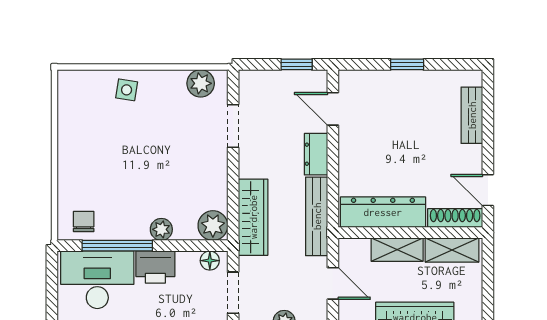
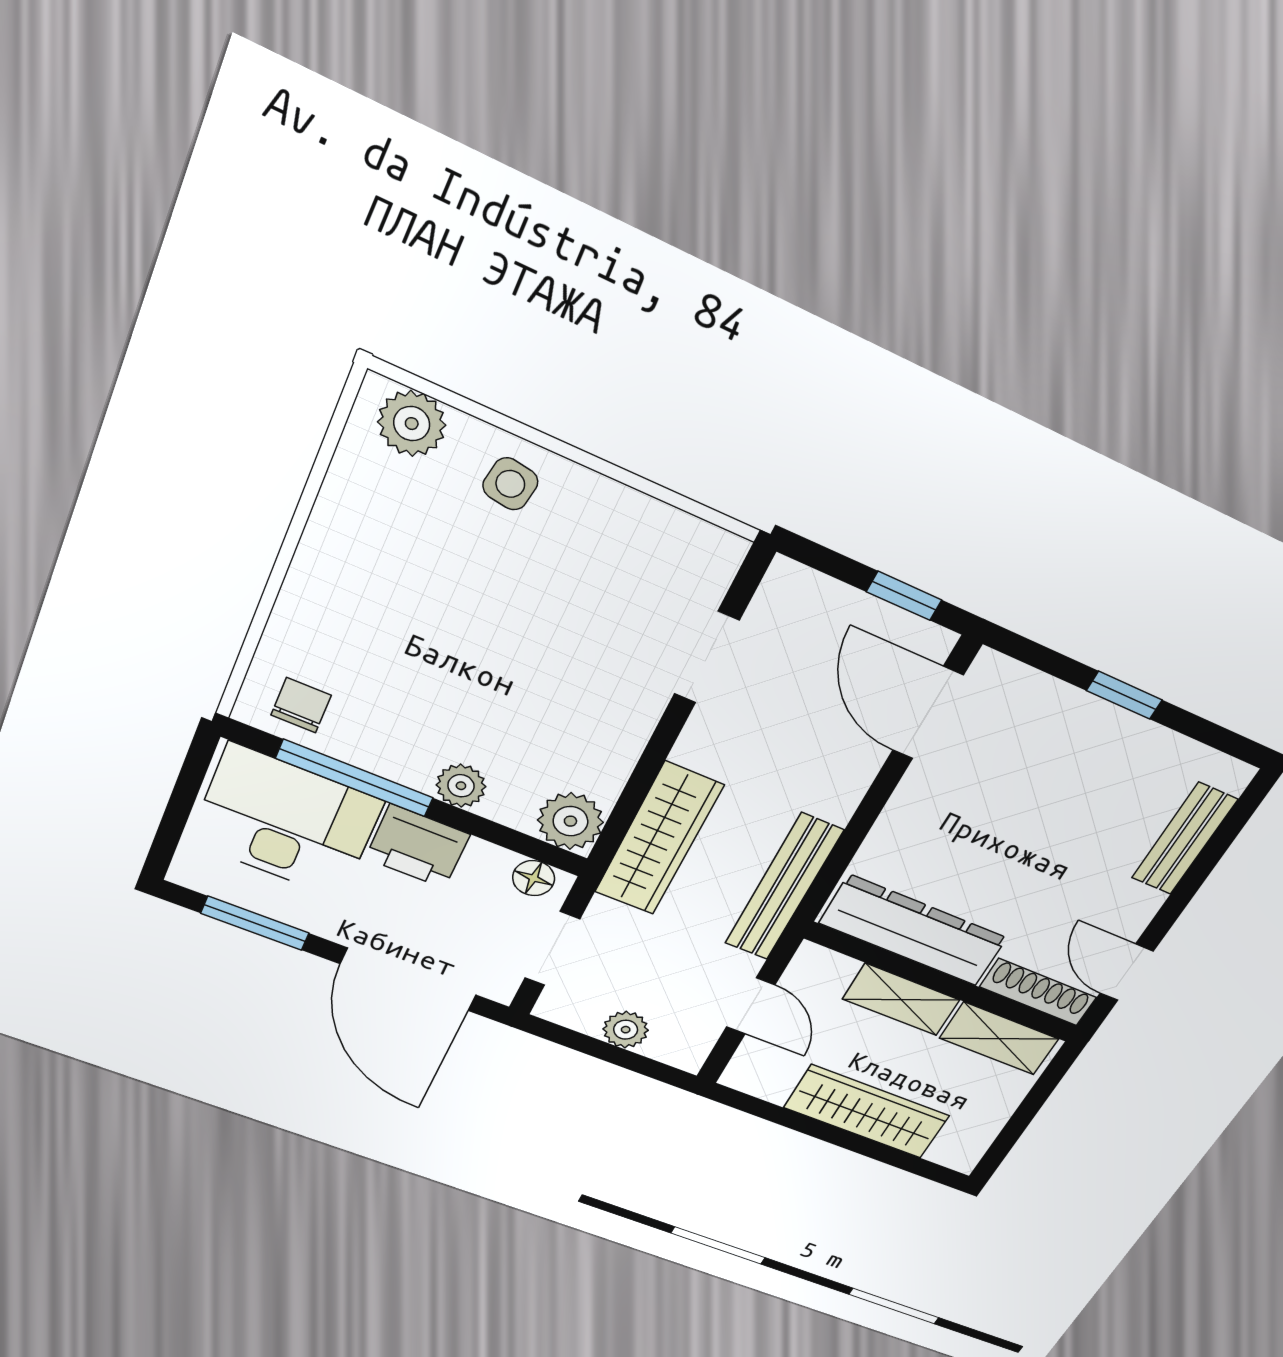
plant: (201, 83) -> (412, 424), moved
door: (333, 109) -> (928, 713), width x1.37
dresser: (316, 154) -> (845, 780), removed

